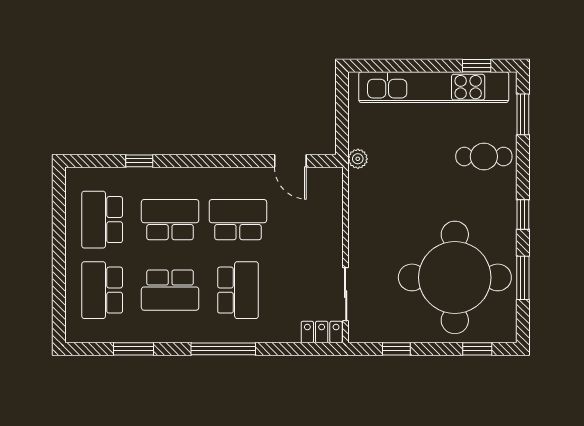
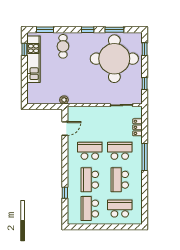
kitchen unit: (434, 87) -> (33, 59), width x0.73
school desk: (102, 220) -> (90, 209), turned 90
school desk: (238, 220) -> (90, 151), turned 90
school desk: (102, 290) -> (120, 209), turned 180
school desk: (170, 290) -> (120, 180), turned 180
locker: (322, 332) -> (138, 127), moved
window: (134, 349) -> (145, 195), removed

